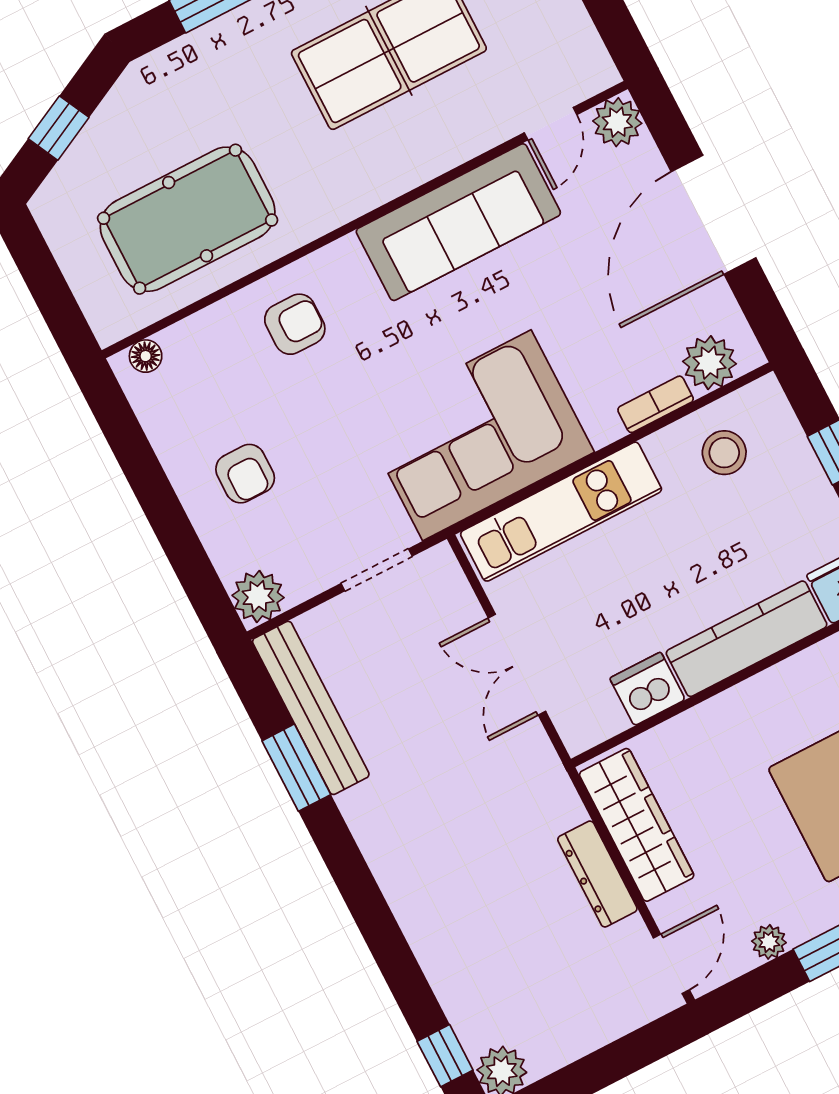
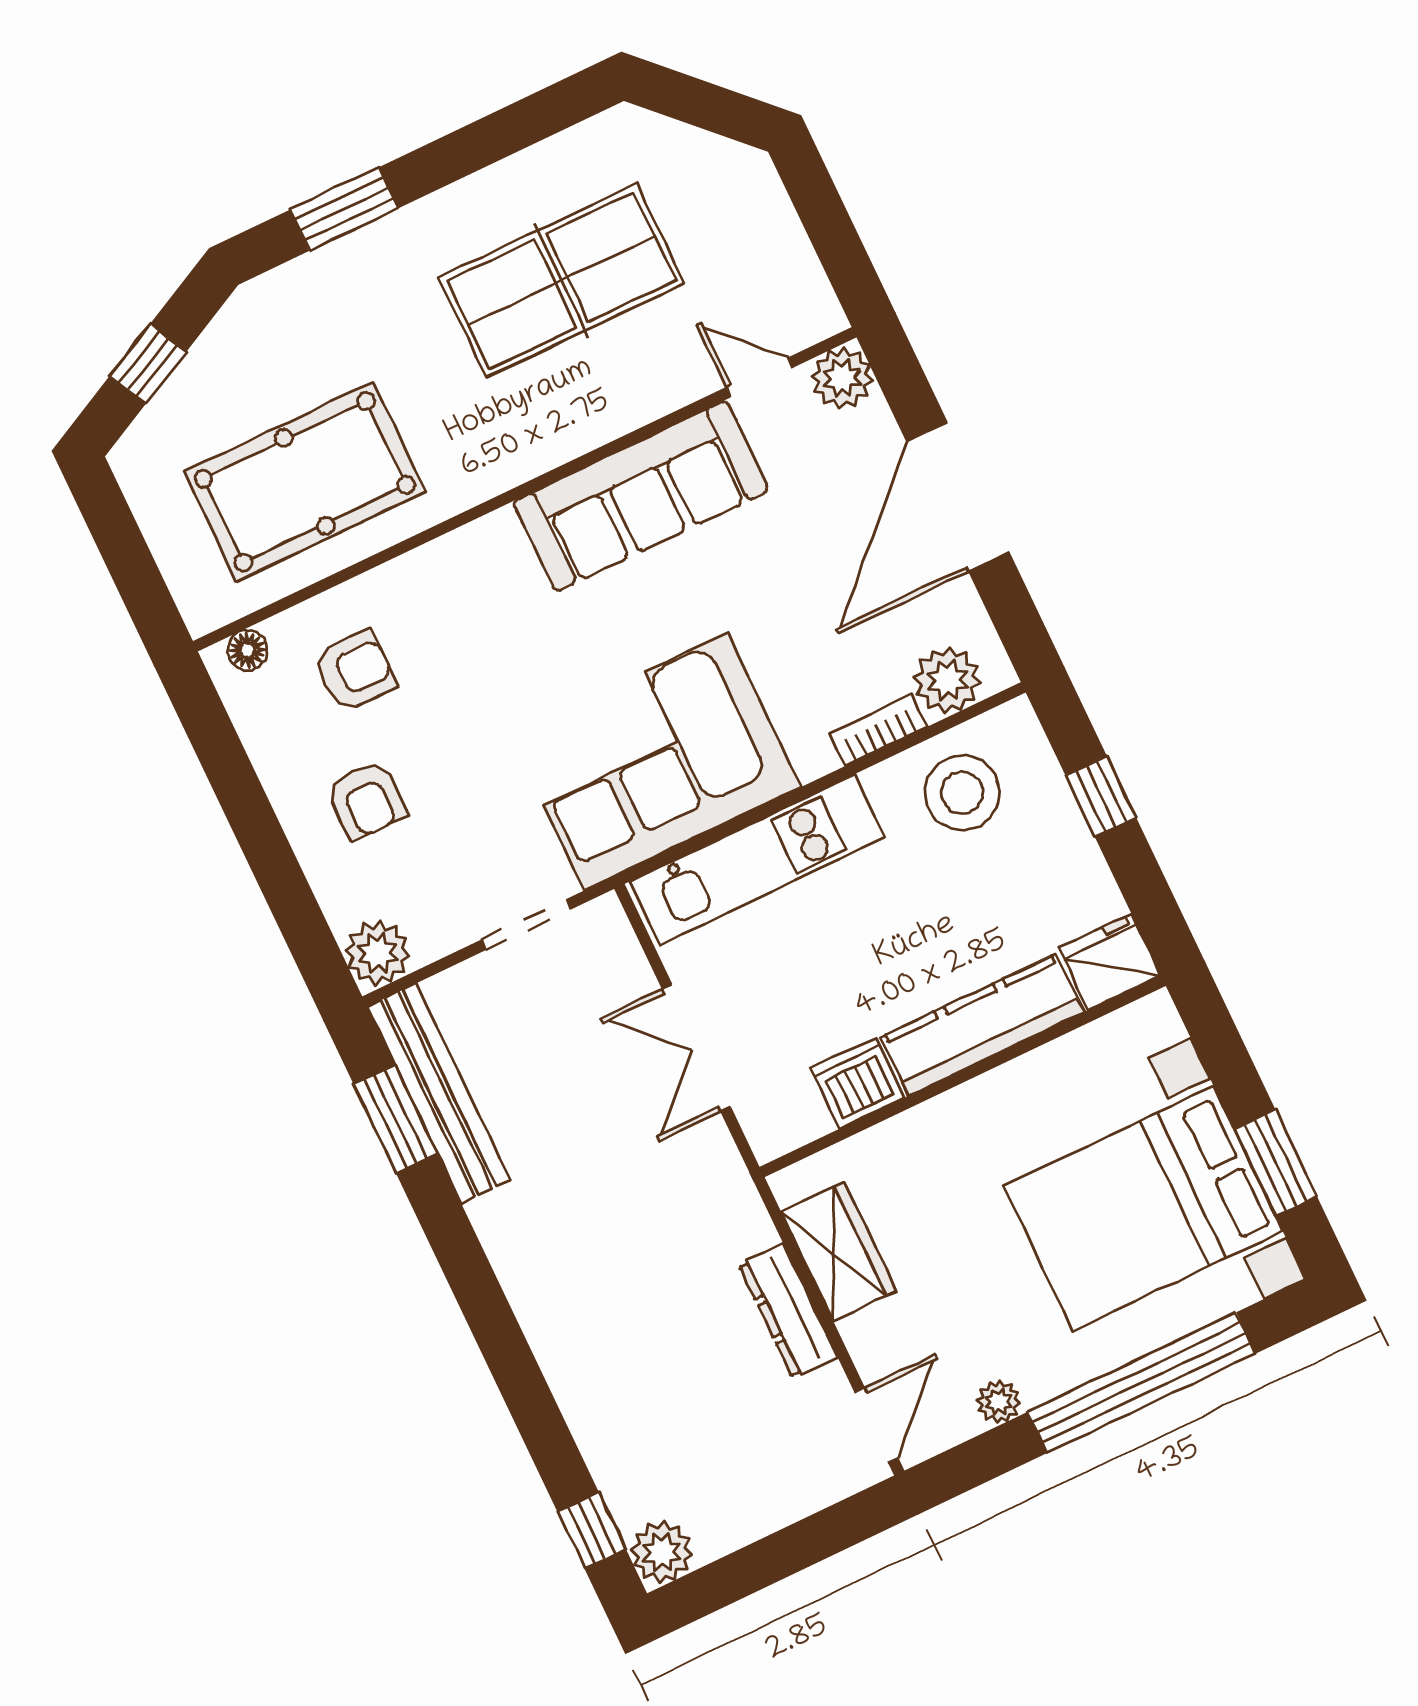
door: (551, 124) -> (759, 377), swing flipped
armchair: (295, 324) -> (355, 671), moved
stool: (724, 453) -> (962, 793), width x1.38, depth x1.38
window: (296, 768) -> (395, 1119), moved
wardrobe: (637, 825) -> (839, 1251), width x0.67

